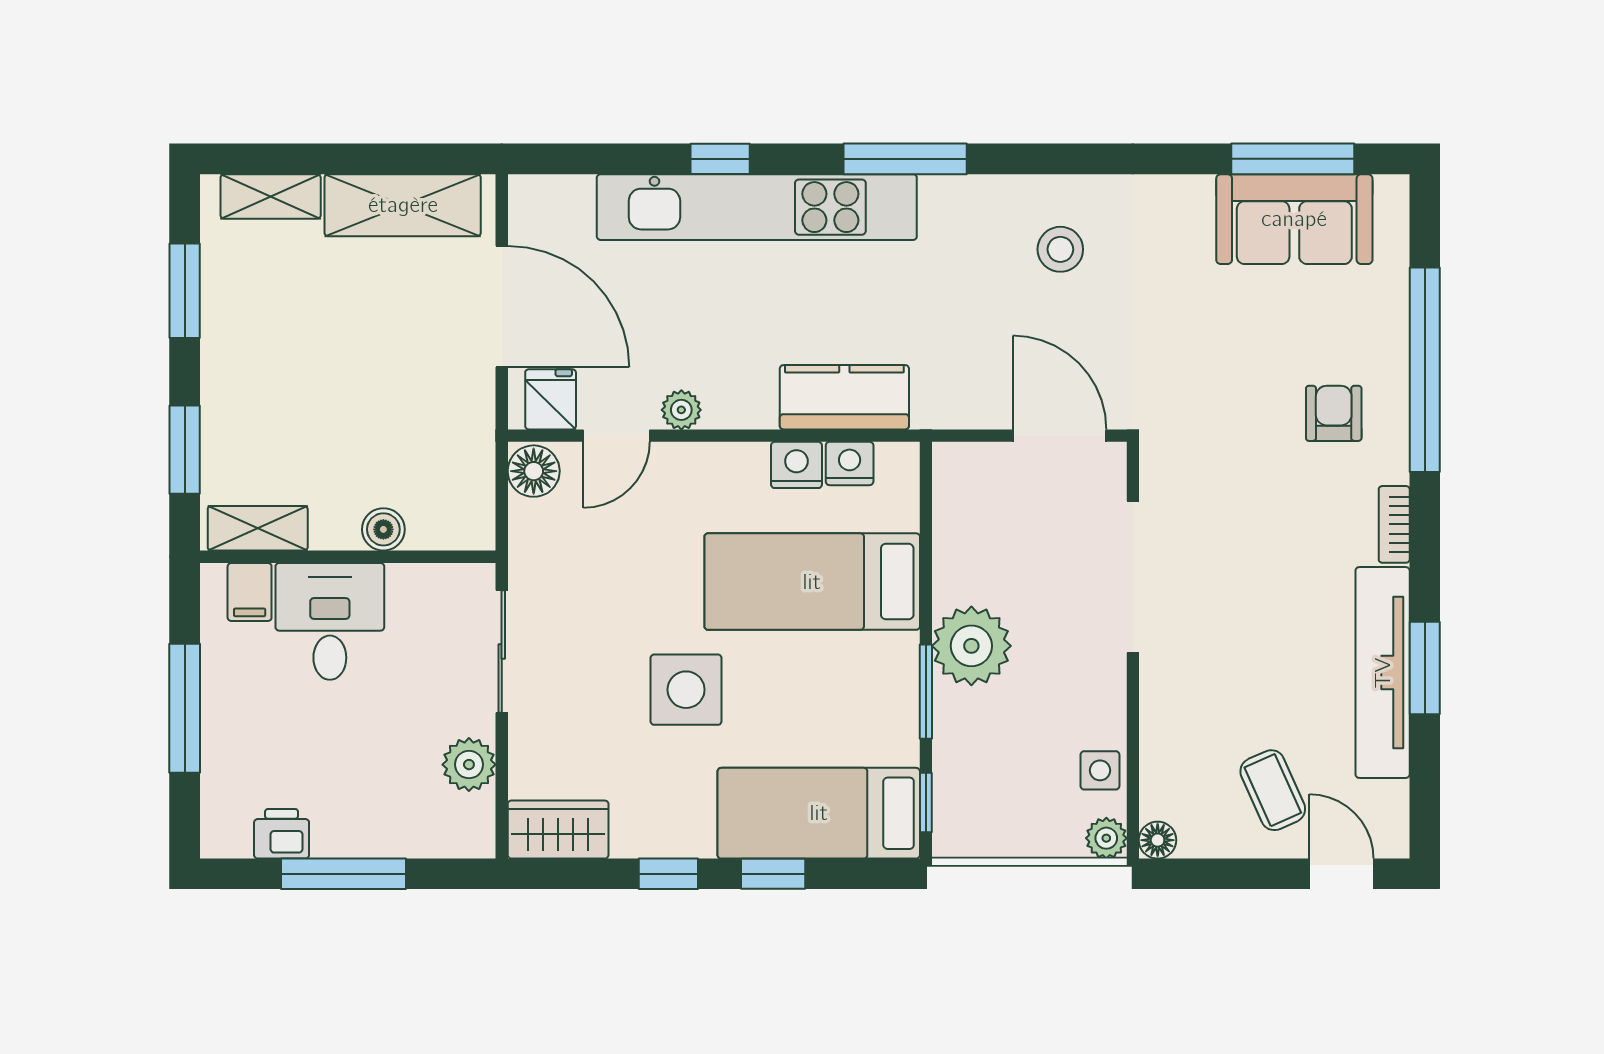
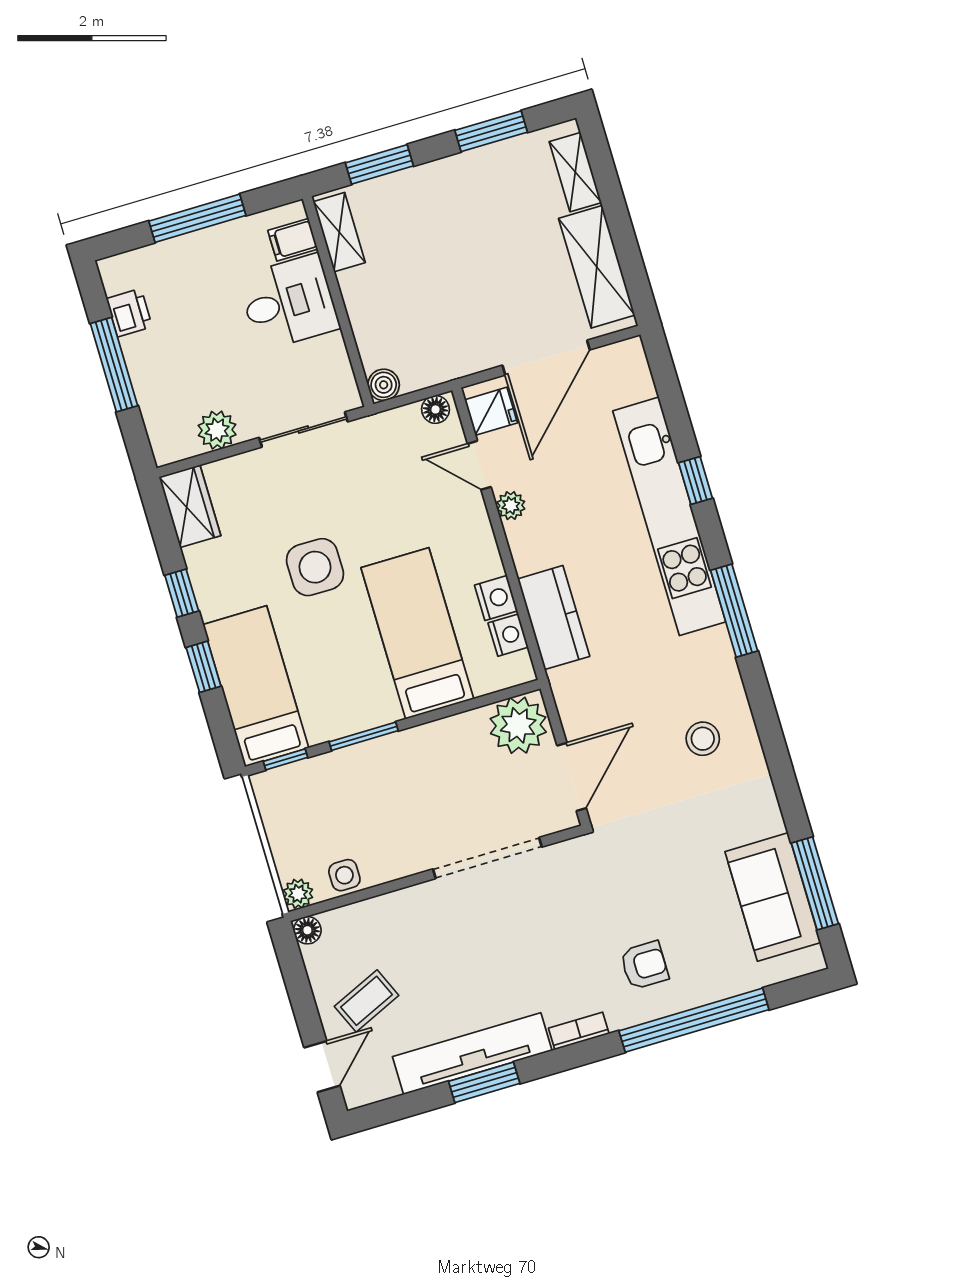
floor lamp: (534, 471) -> (435, 409), width x0.73, depth x0.73
boiler: (383, 529) -> (384, 385), moved
plant: (971, 646) -> (518, 725), moved

